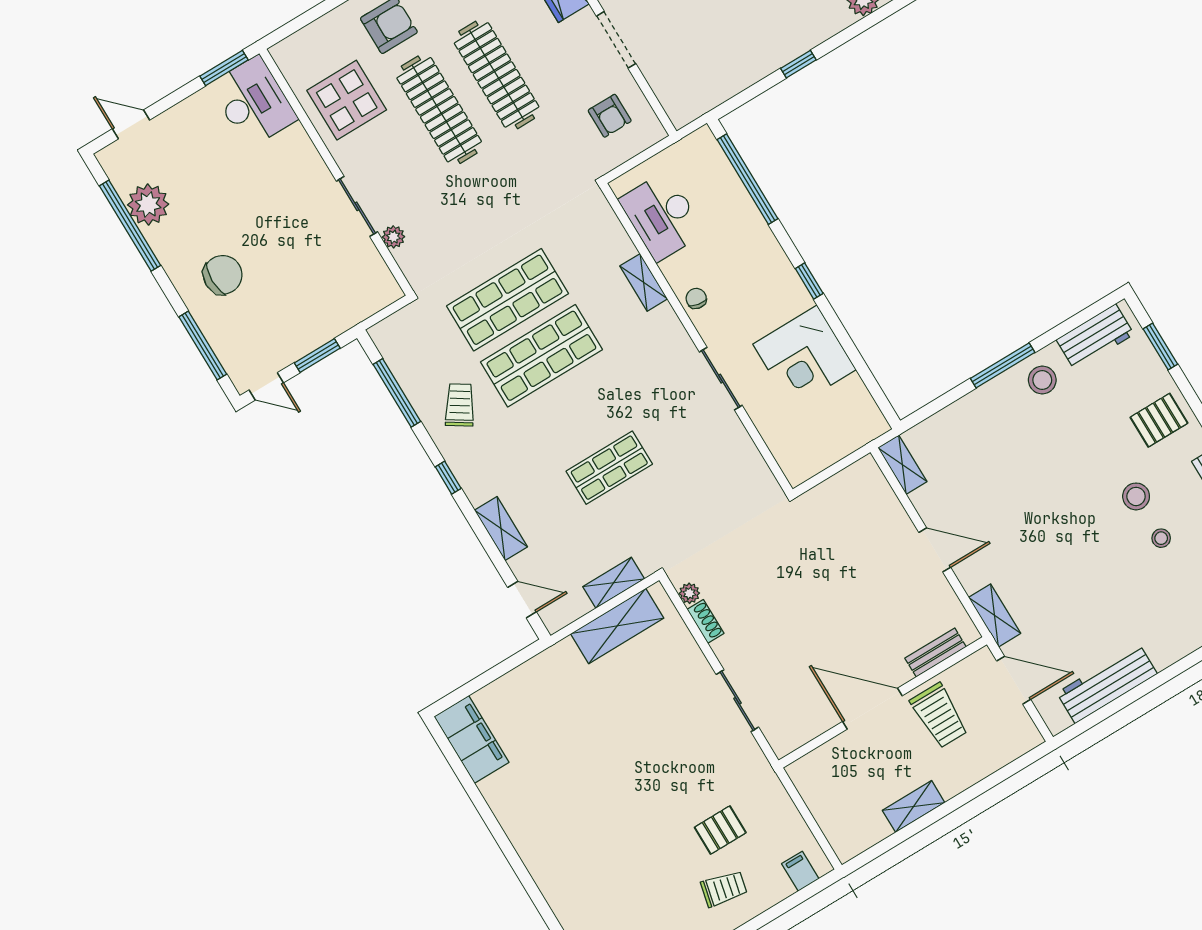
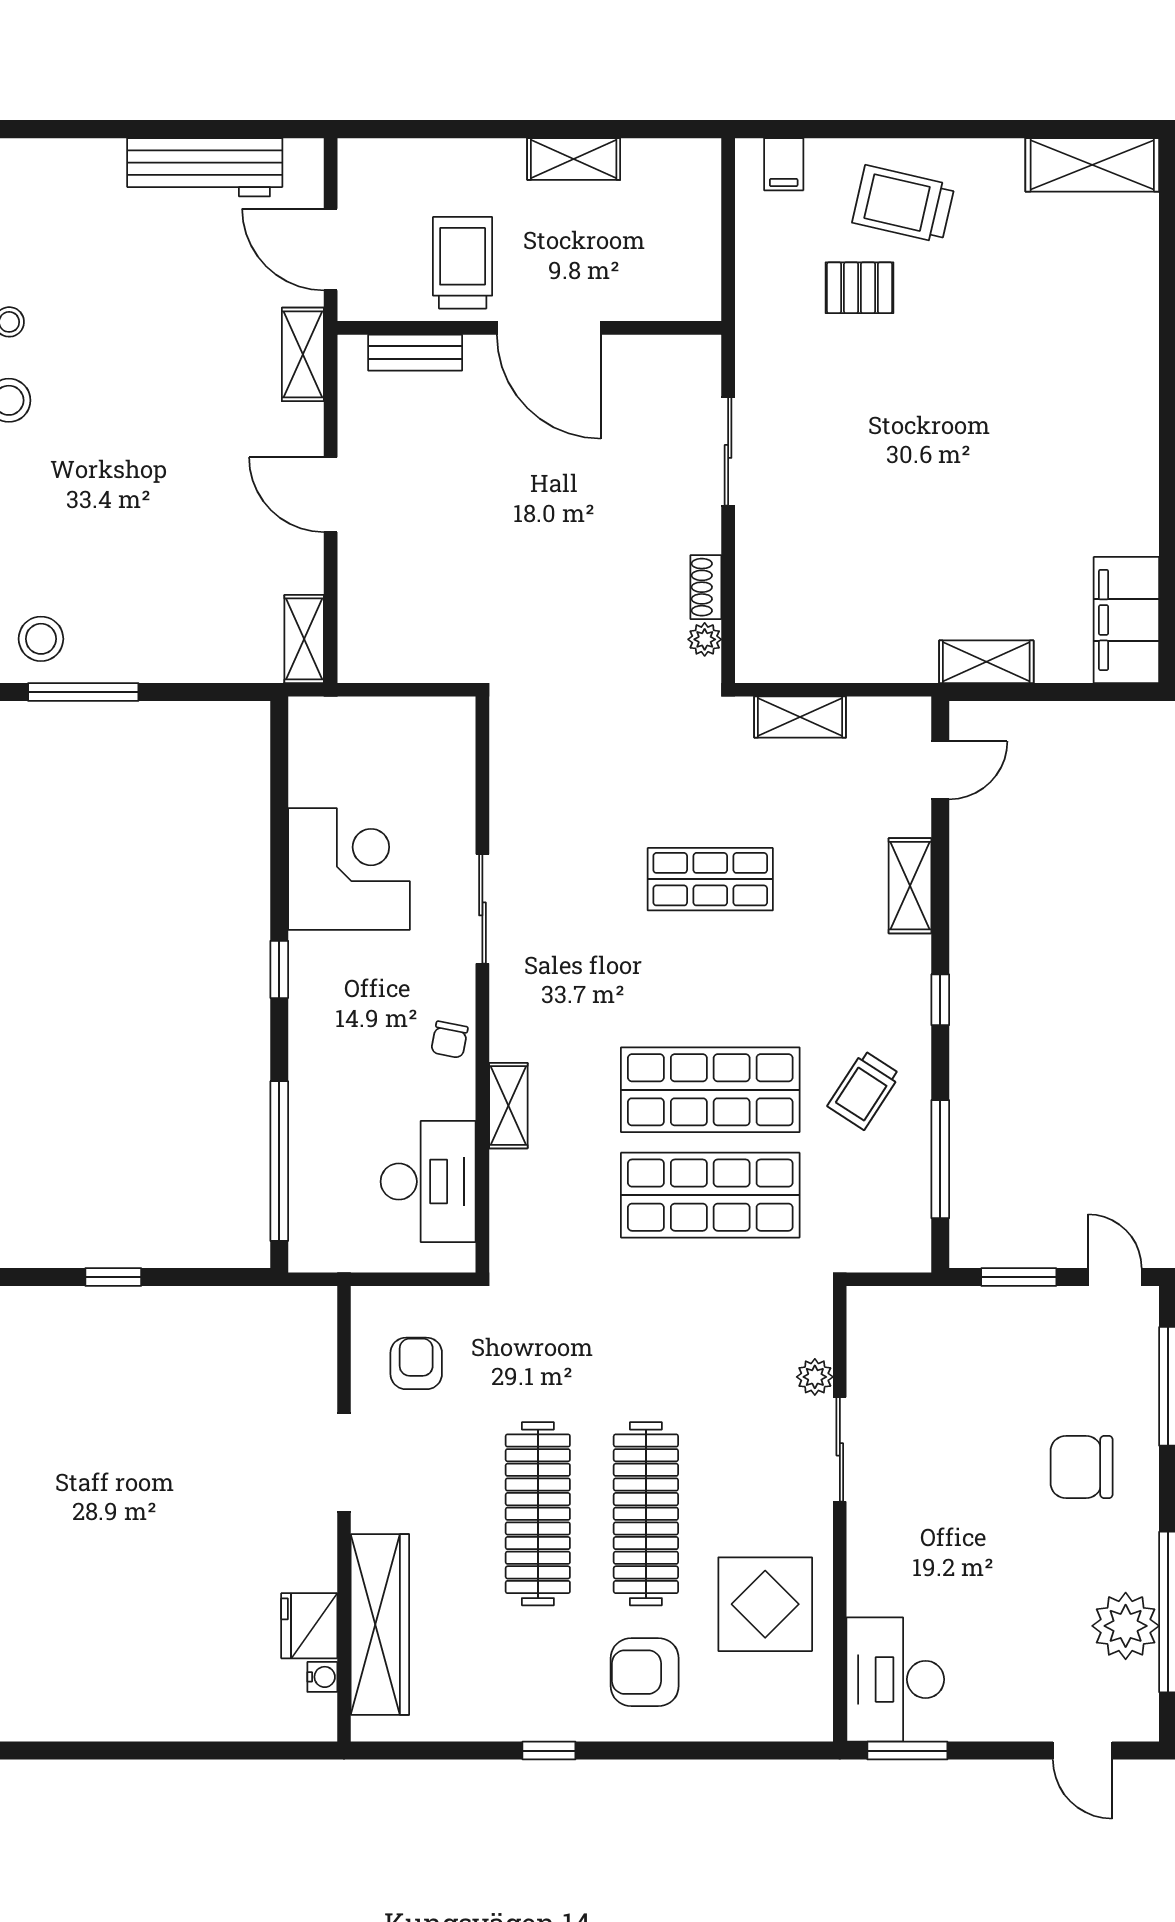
door: (522, 600) -> (940, 770), swing flipped
shelving: (617, 626) -> (986, 662), moved, width x0.67, depth x0.75
trolley: (724, 889) -> (903, 204), width x1.36, depth x1.39

